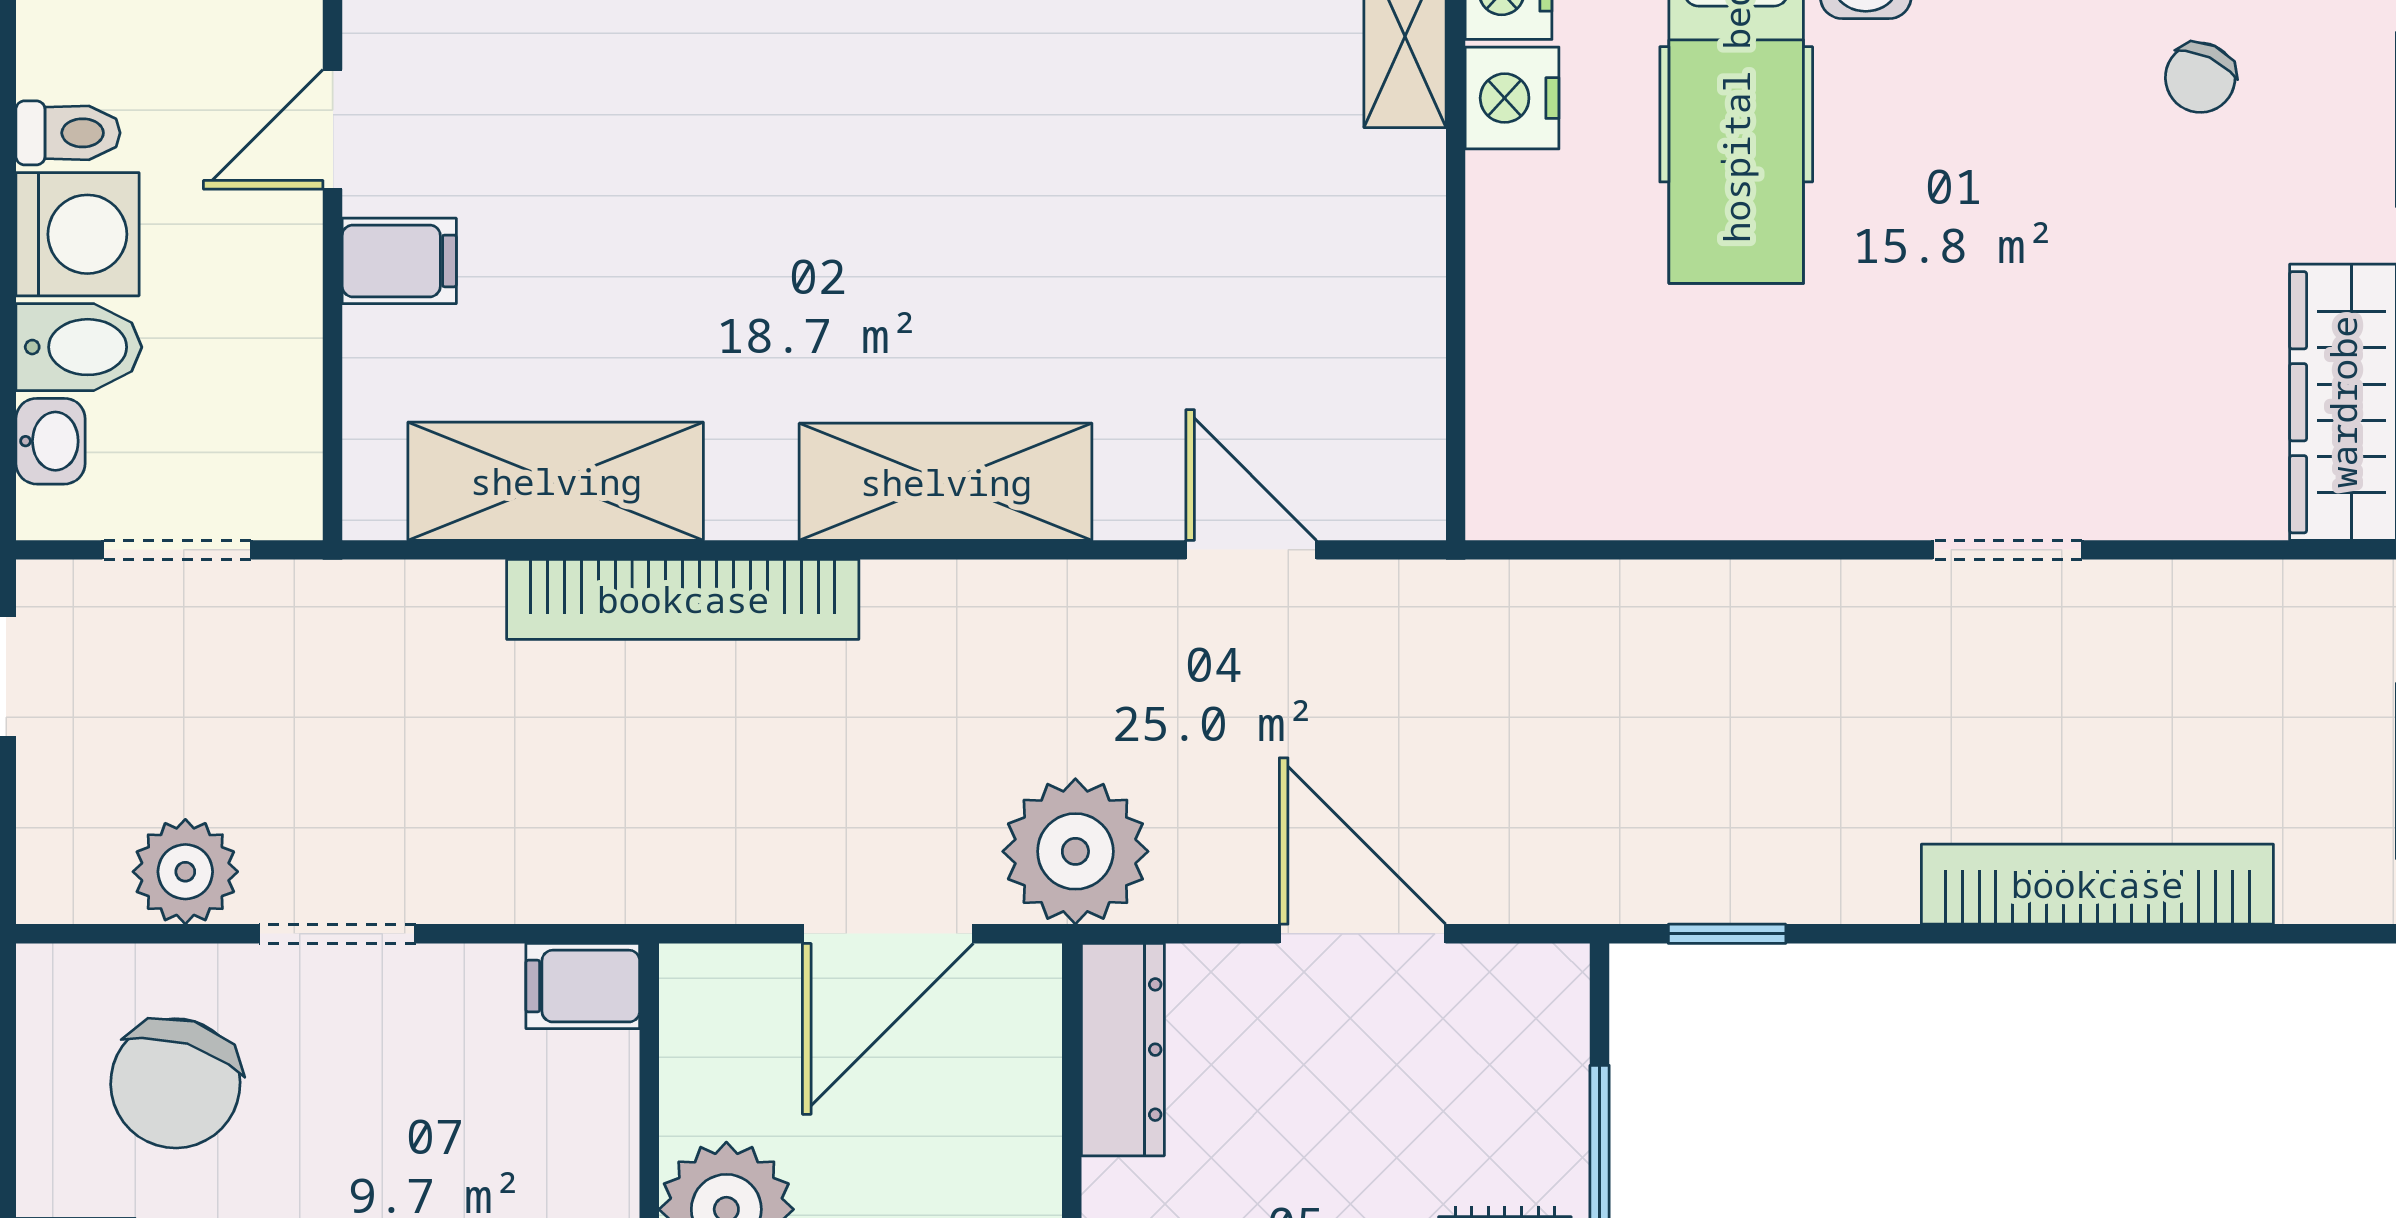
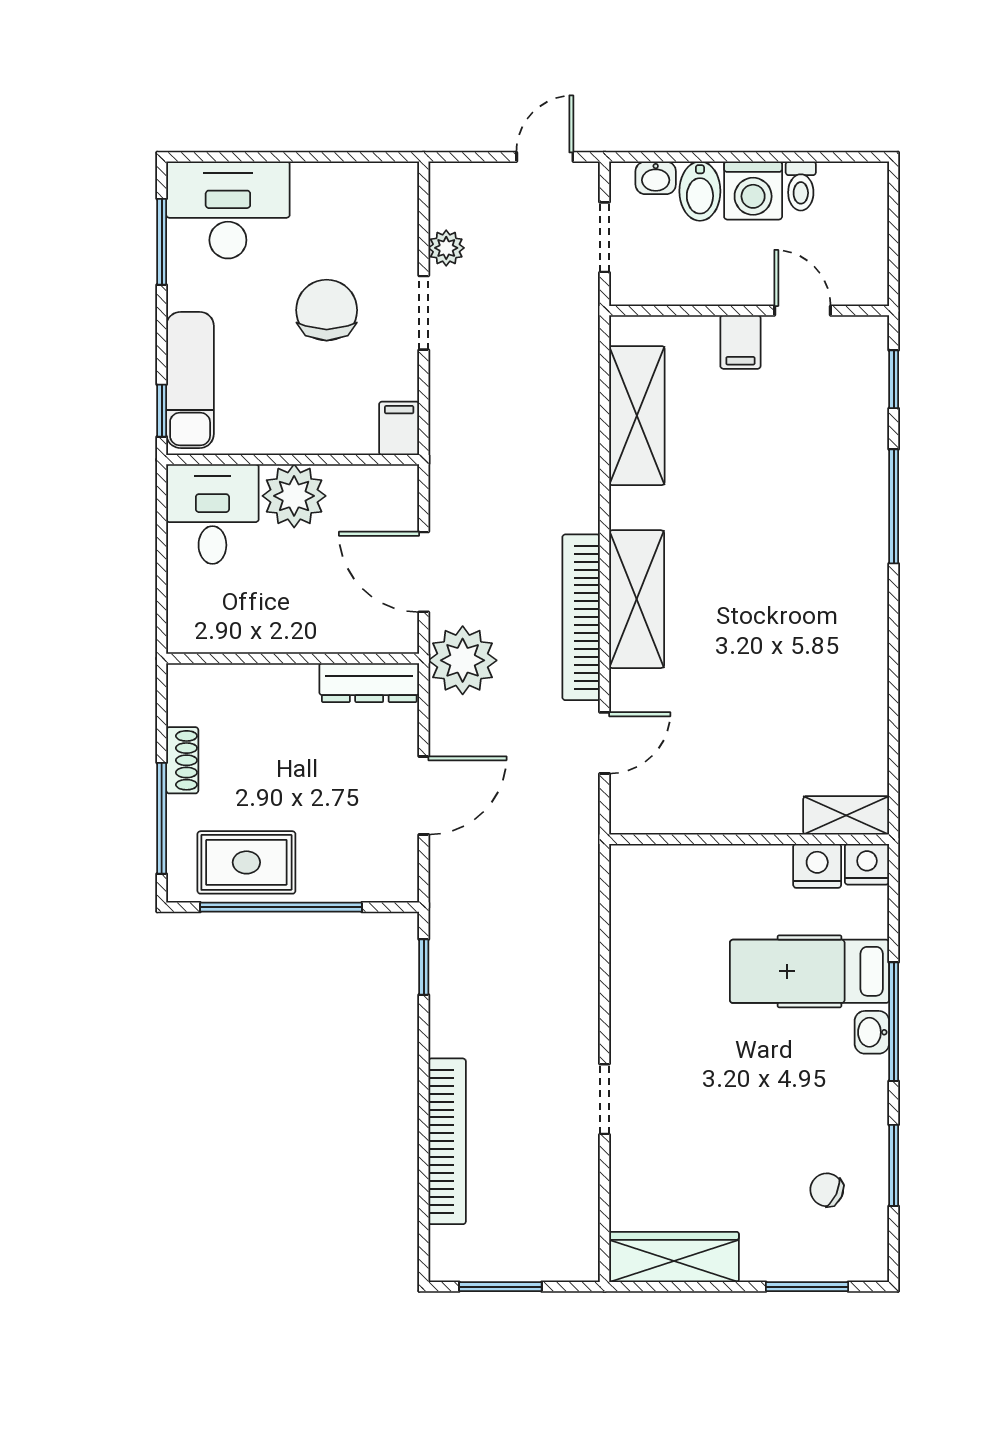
bookcase: (683, 599) -> (581, 617), moved
plant: (185, 872) -> (446, 248), width x0.73, depth x0.73
chair: (175, 1083) -> (327, 310), moved, turned 73

